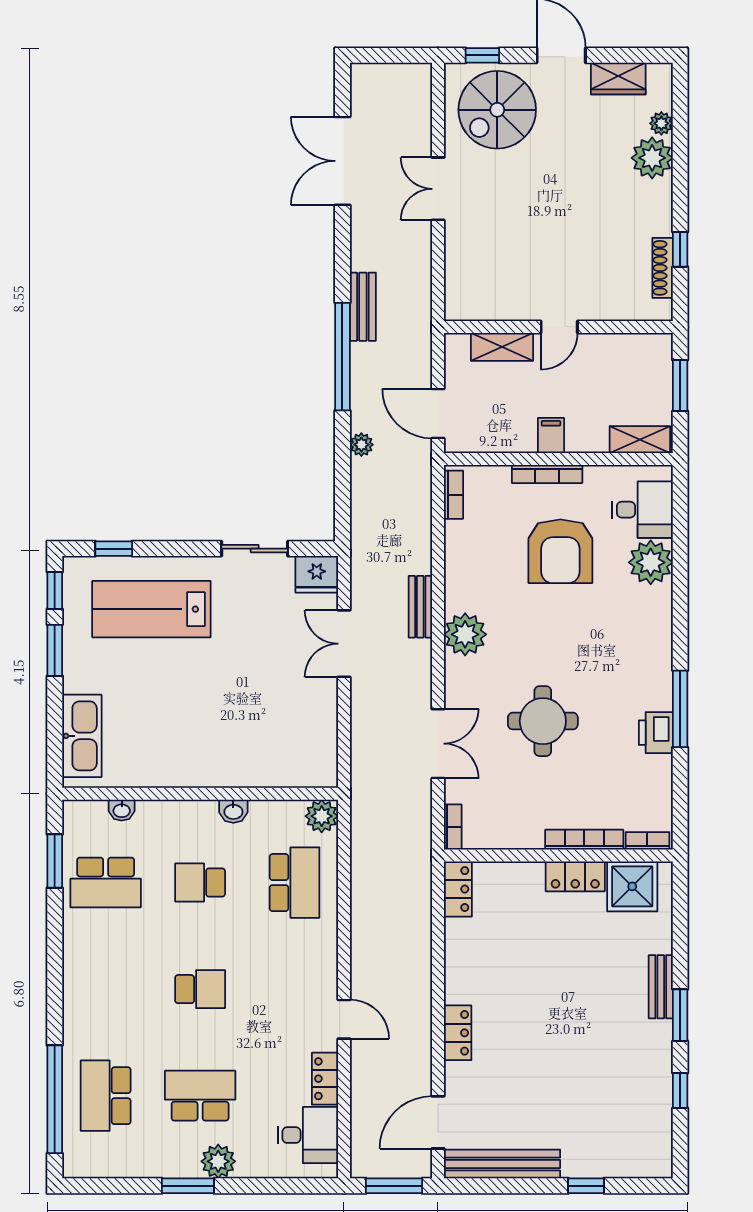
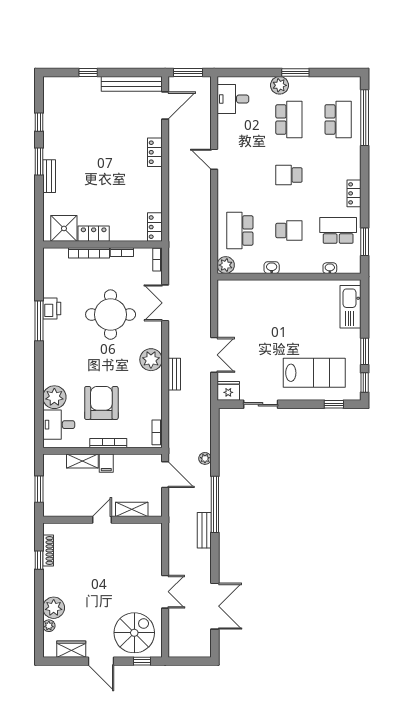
shelving: (640, 440) -> (82, 461), moved
round table: (543, 721) -> (111, 315), width x1.36, depth x1.36
bookcase: (647, 841) -> (122, 252), moved
locker: (325, 1079) -> (354, 193), moved, turned 180
school desk: (200, 1096) -> (289, 120), turned -90

